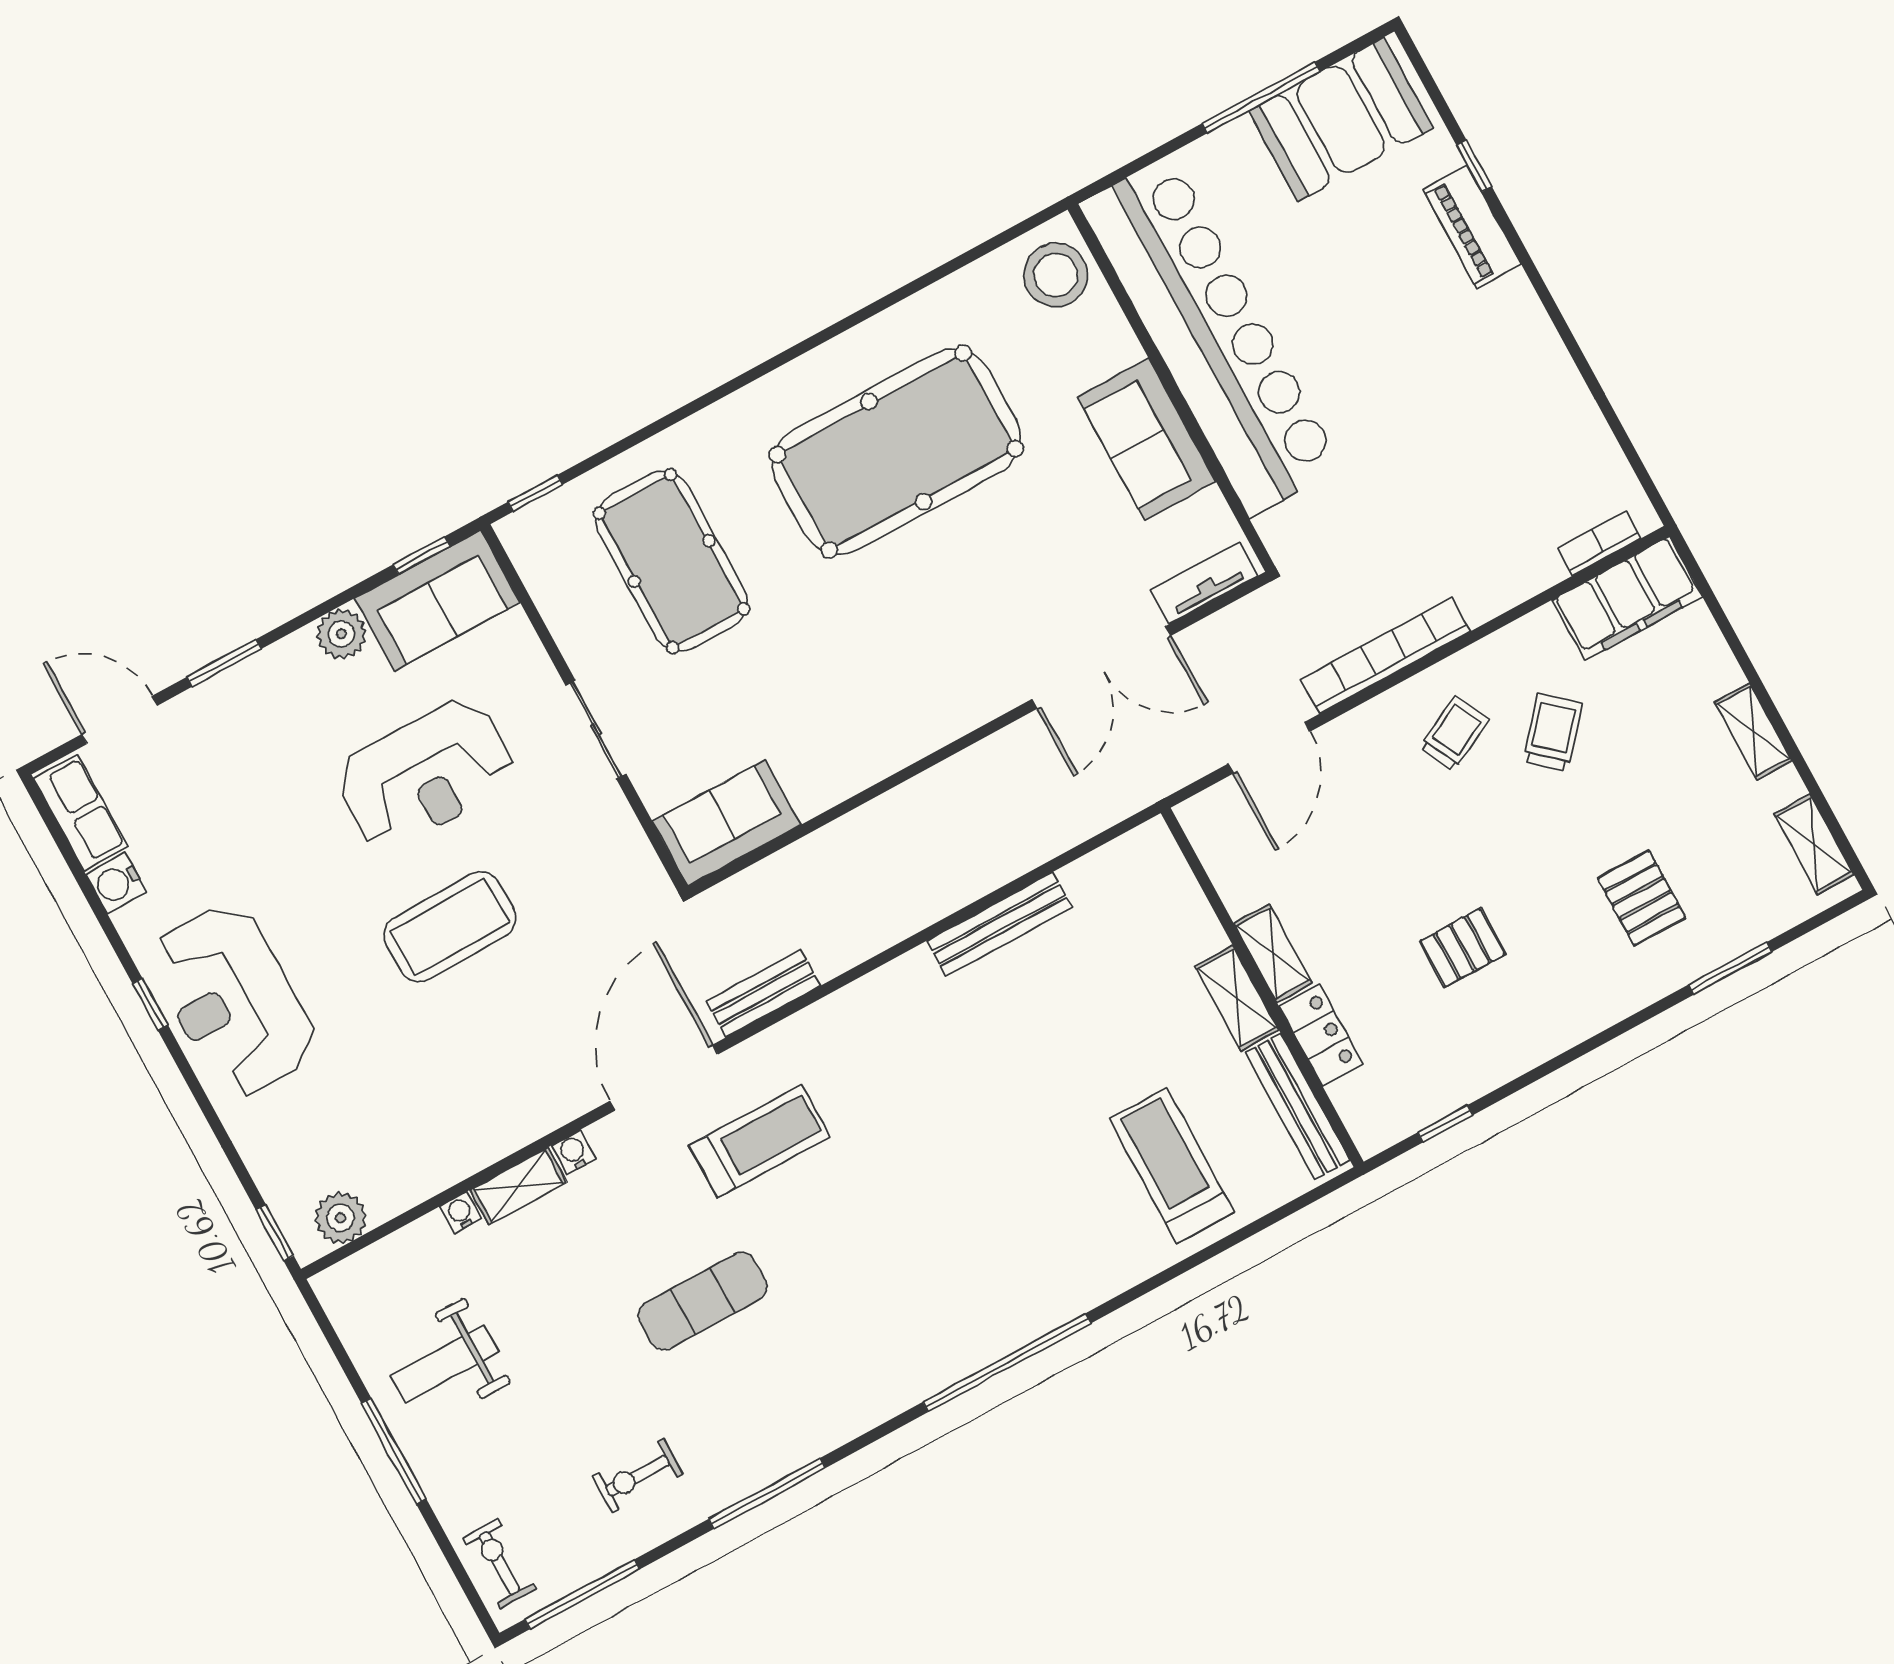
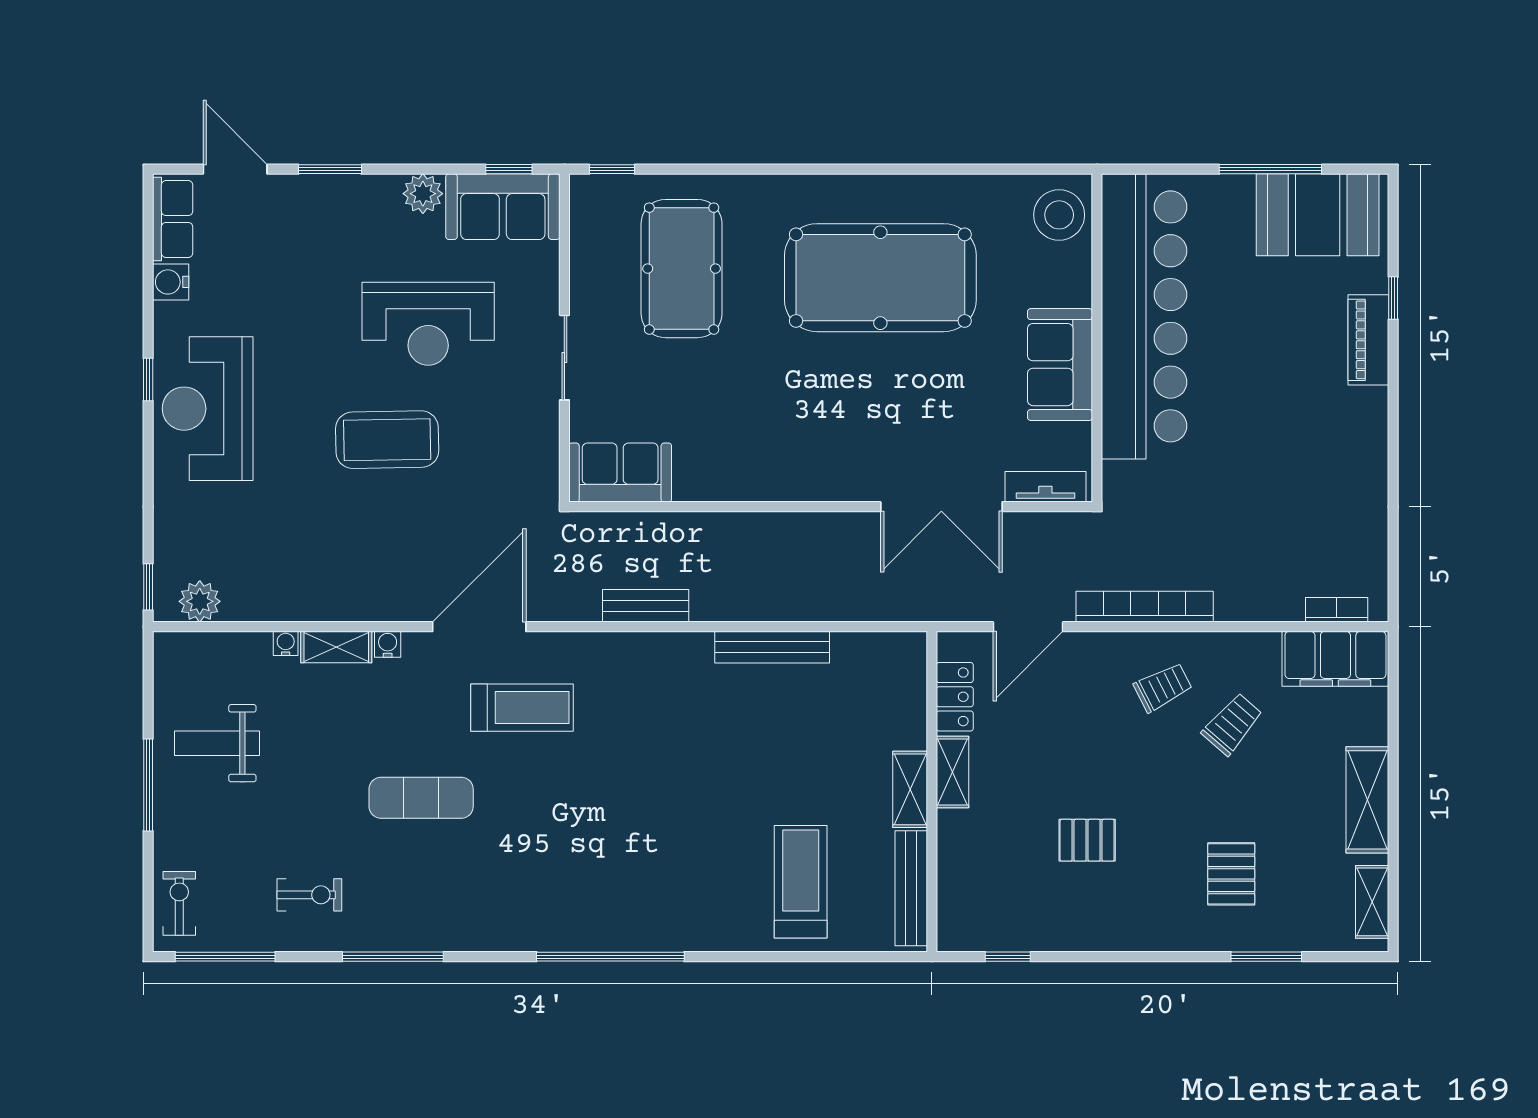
shelving: (1753, 732) -> (1367, 800), width x1.50, depth x1.33
bench: (763, 993) -> (646, 606), moved
locker: (1321, 1035) -> (955, 697), moved
exercise bike: (638, 1476) -> (309, 895), turned 180

